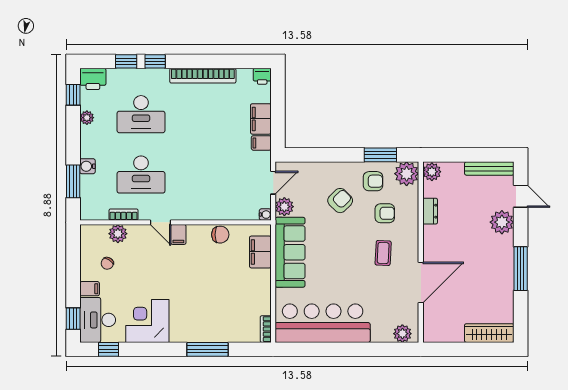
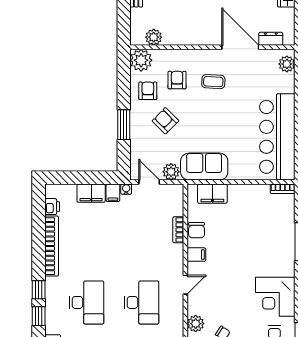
printer: (262, 76) -> (52, 207), moved
window: (380, 155) -> (124, 125), moved
plant: (432, 172) -> (154, 37), moved
dresser: (430, 211) -> (271, 39), moved
bookcase: (124, 215) -> (178, 230), moved
water cooler: (265, 215) -> (126, 189), moved
filing cabinet: (178, 234) -> (196, 255), moved
chair: (220, 235) -> (197, 230), turned 180
sofa: (290, 252) -> (204, 167), width x0.73

